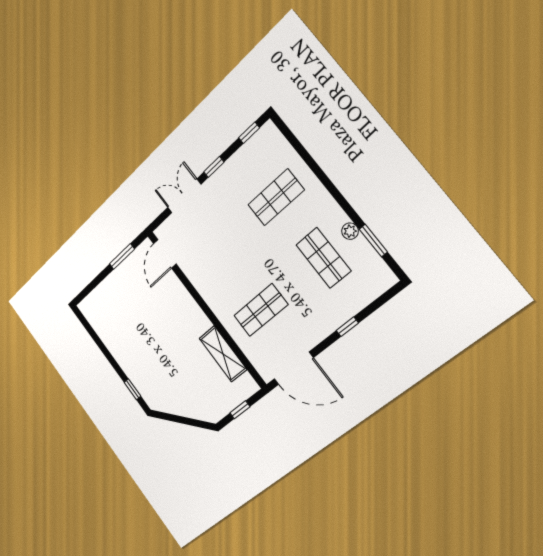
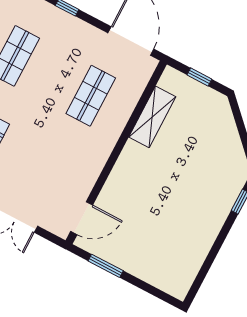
shop shelf: (261, 310) -> (91, 96), turned 90

